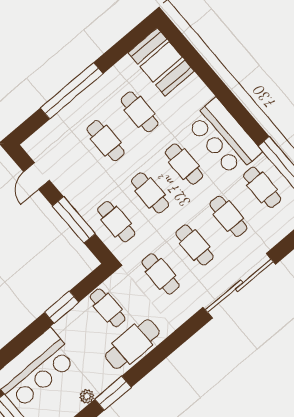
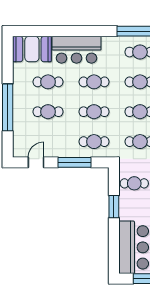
bar counter: (224, 137) -> (77, 50), moved
door: (36, 176) -> (36, 162), swing flipped

